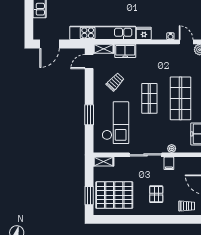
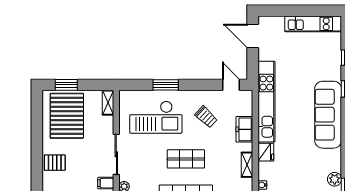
shelving: (104, 49) -> (247, 165), moved
pallet: (156, 194) -> (55, 163), moved

